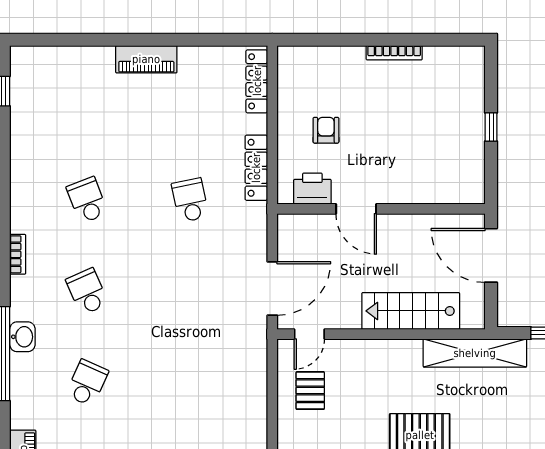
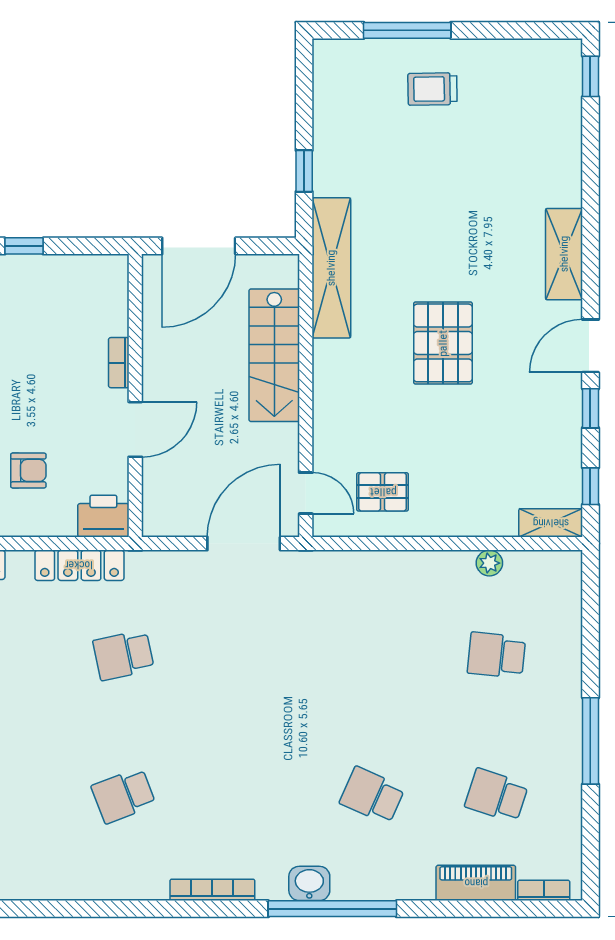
armchair: (326, 130) -> (28, 470), turned 180
printer: (312, 189) -> (103, 516), moved, turned 90
bookcase: (405, 197) -> (119, 363), added
bookcase: (18, 254) -> (212, 890), width x1.56
door: (272, 289) -> (244, 544), hinge flipped
school desk: (87, 292) -> (248, 795), removed

